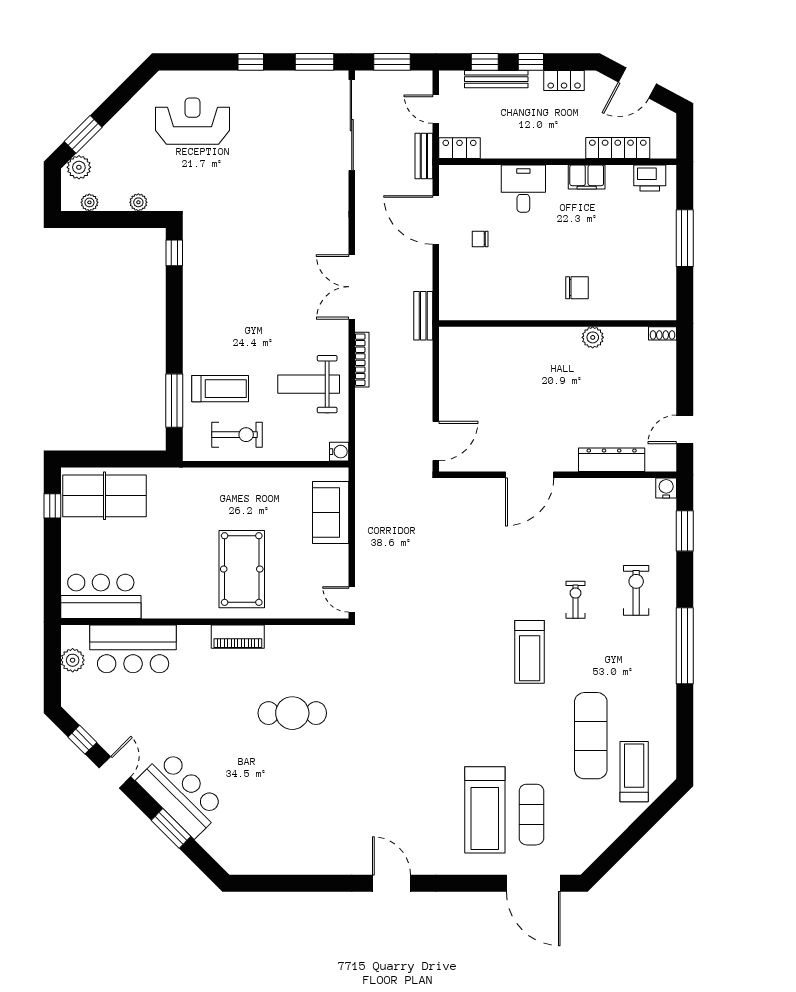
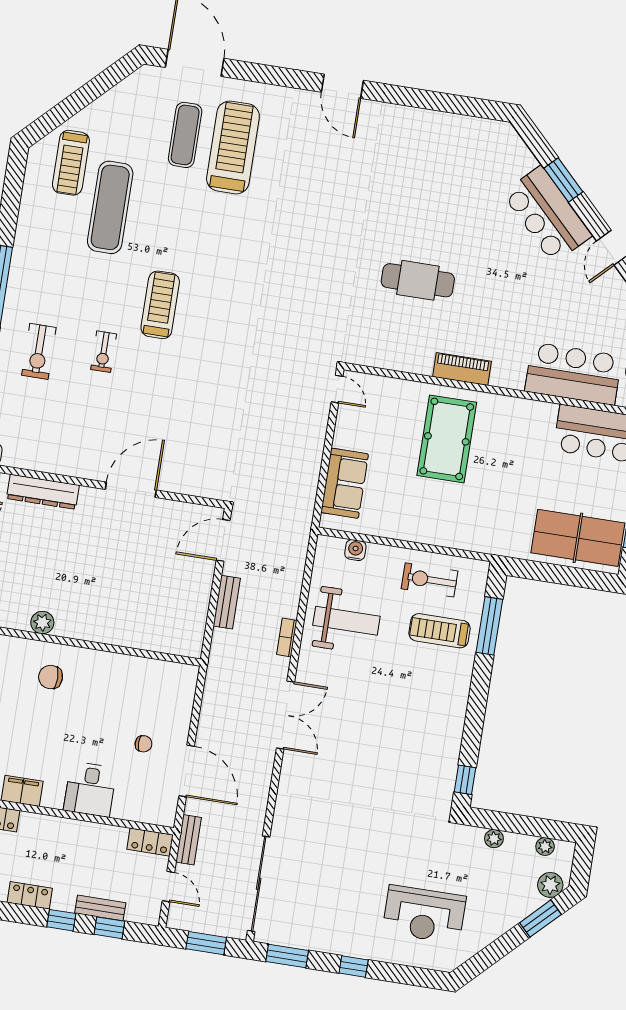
bench: (496, 79) -> (100, 908), width x0.73
bench: (423, 316) -> (227, 602), moved
bookcase: (362, 360) -> (287, 637), width x0.64
water cooler: (339, 452) -> (355, 550), moved, turned 90

